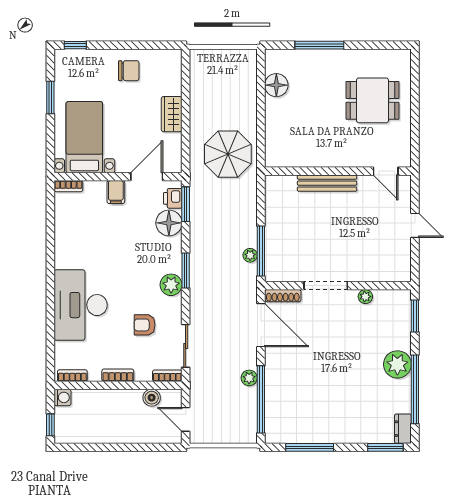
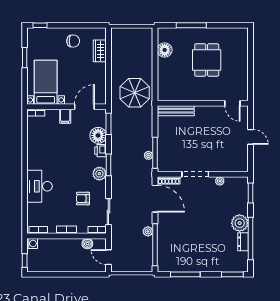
dining table: (372, 100) -> (207, 60), moved, turned 90
wardrobe: (172, 114) -> (100, 51), moved
bench: (327, 183) -> (176, 111), moved
printer: (173, 198) -> (100, 151), moved
desk: (81, 305) -> (40, 186), width x0.73, depth x0.77
dresser: (403, 429) -> (243, 242), moved

